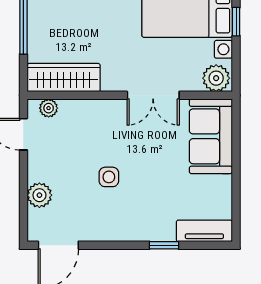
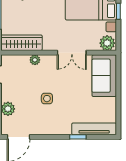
plant: (49, 108) -> (35, 60), moved
tv unit: (204, 231) -> (94, 129), width x1.41

